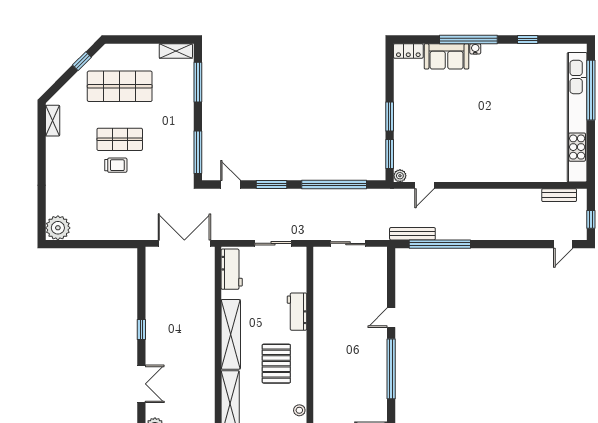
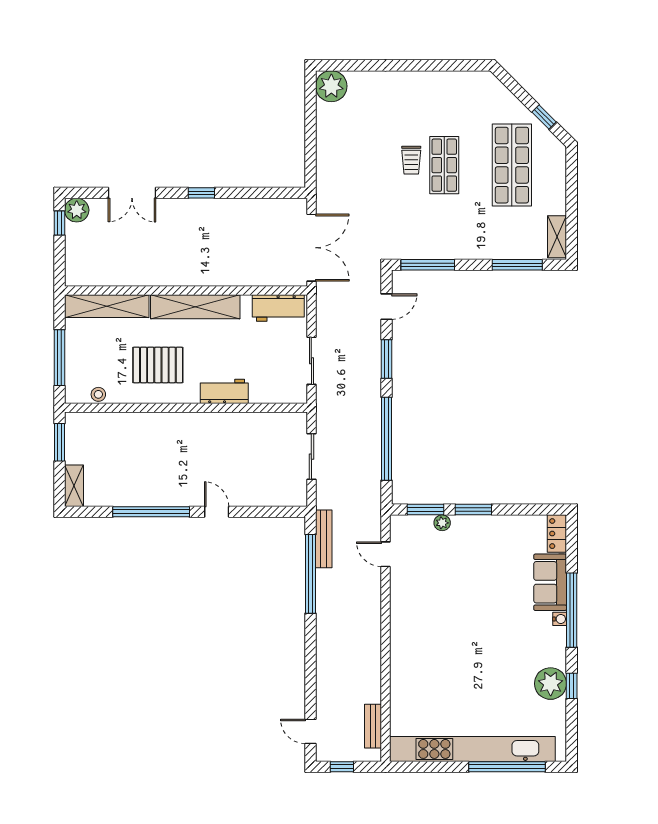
plant: (526, 56) -> (551, 684), added
shelving: (53, 121) -> (468, 79), removed
plant: (400, 176) -> (442, 523), moved

